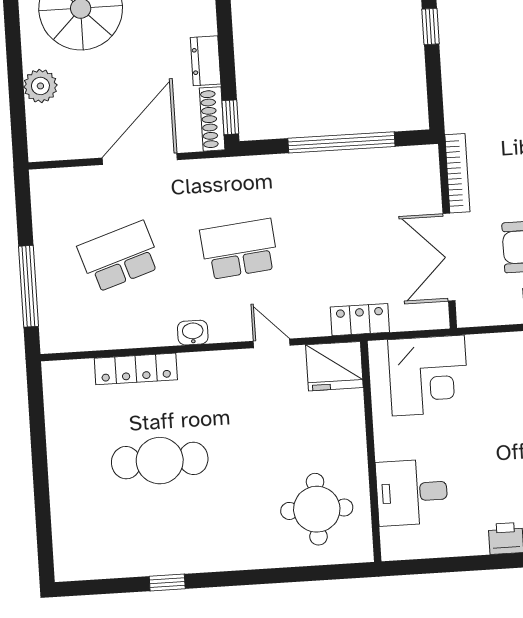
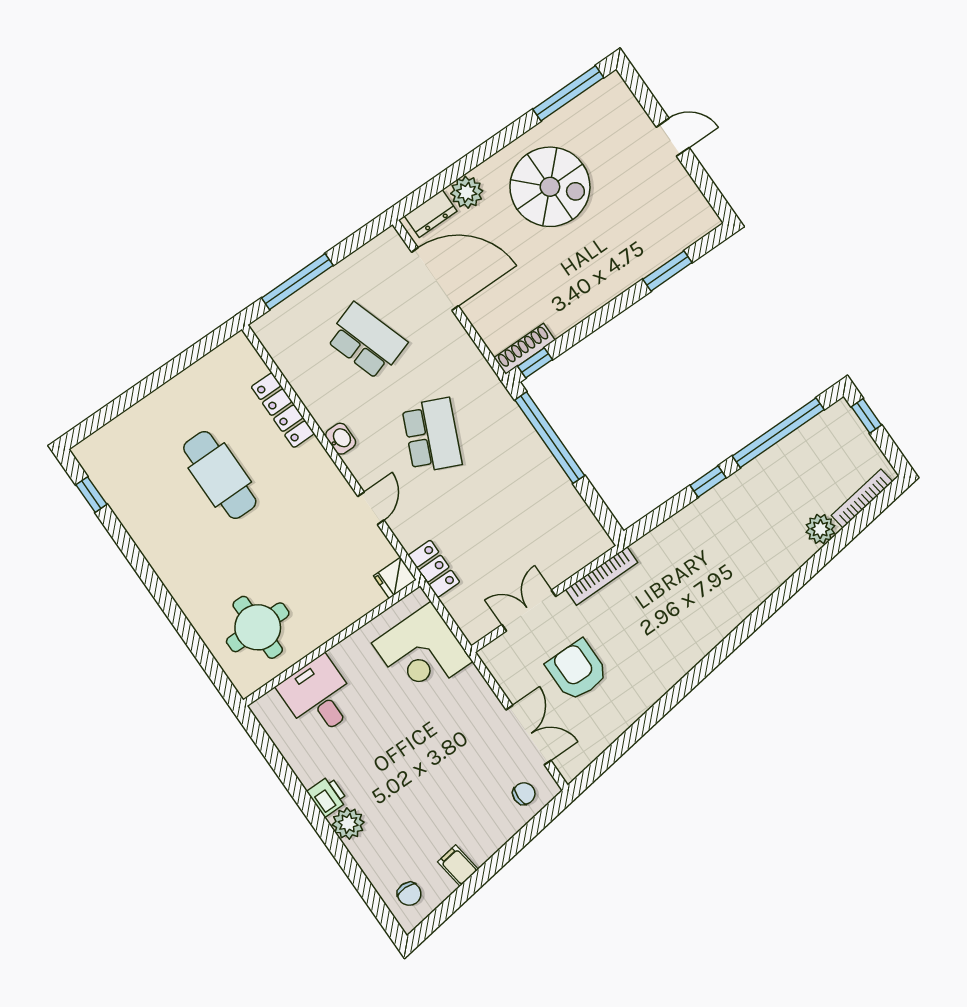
dresser: (206, 61) -> (431, 214), moved, turned 180
window: (341, 142) -> (550, 438), moved
door: (140, 159) -> (435, 279), moved
school desk: (239, 249) -> (432, 435), turned 30
double door: (449, 257) -> (529, 611), width x0.73
fridge: (334, 366) -> (395, 578), width x0.53, depth x0.75
window: (167, 582) -> (91, 495), moved

